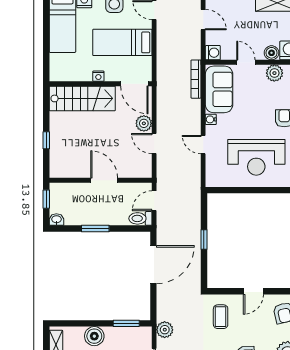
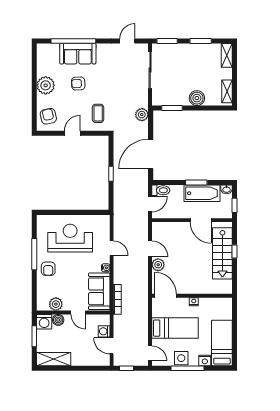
washing machine: (213, 53) -> (104, 331), moved
stairs: (82, 98) -> (222, 253), moved, turned -90
door: (104, 180) -> (201, 220), moved
bathtub: (88, 215) -> (202, 193), added
plant: (165, 330) -> (142, 115), moved

